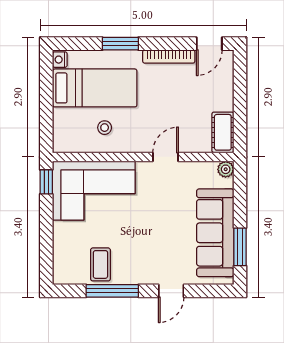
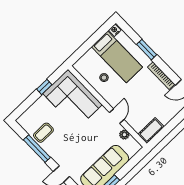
door: (166, 157) -> (117, 116), hinge flipped
plant: (226, 169) -> (124, 135), moved
window: (46, 182) -> (44, 87), moved

